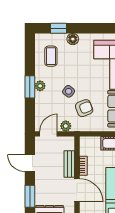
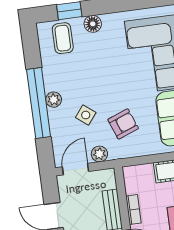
coffee table: (51, 56) -> (63, 38), moved
window: (30, 87) -> (39, 103), width x2.11
side table: (69, 91) -> (86, 115), moved

